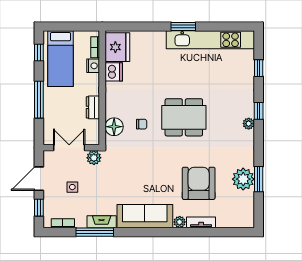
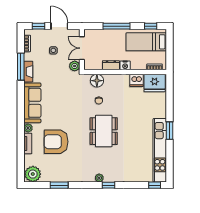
nightstand: (93, 66) -> (125, 65), moved
window: (259, 68) -> (155, 185), moved
double door: (69, 148) -> (82, 48), swing flipped
plant: (243, 179) -> (33, 174), moved
armchair: (199, 183) -> (56, 142), turned 180

